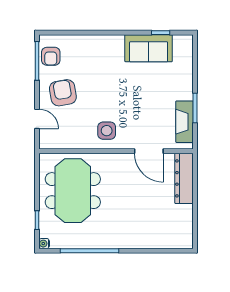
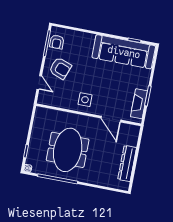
sofa: (149, 48) -> (124, 52), width x1.85, depth x1.27
armchair: (63, 93) -> (60, 68), turned 120
dresser: (184, 178) -> (127, 163), moved
meeting table: (73, 191) -> (68, 150), moved

